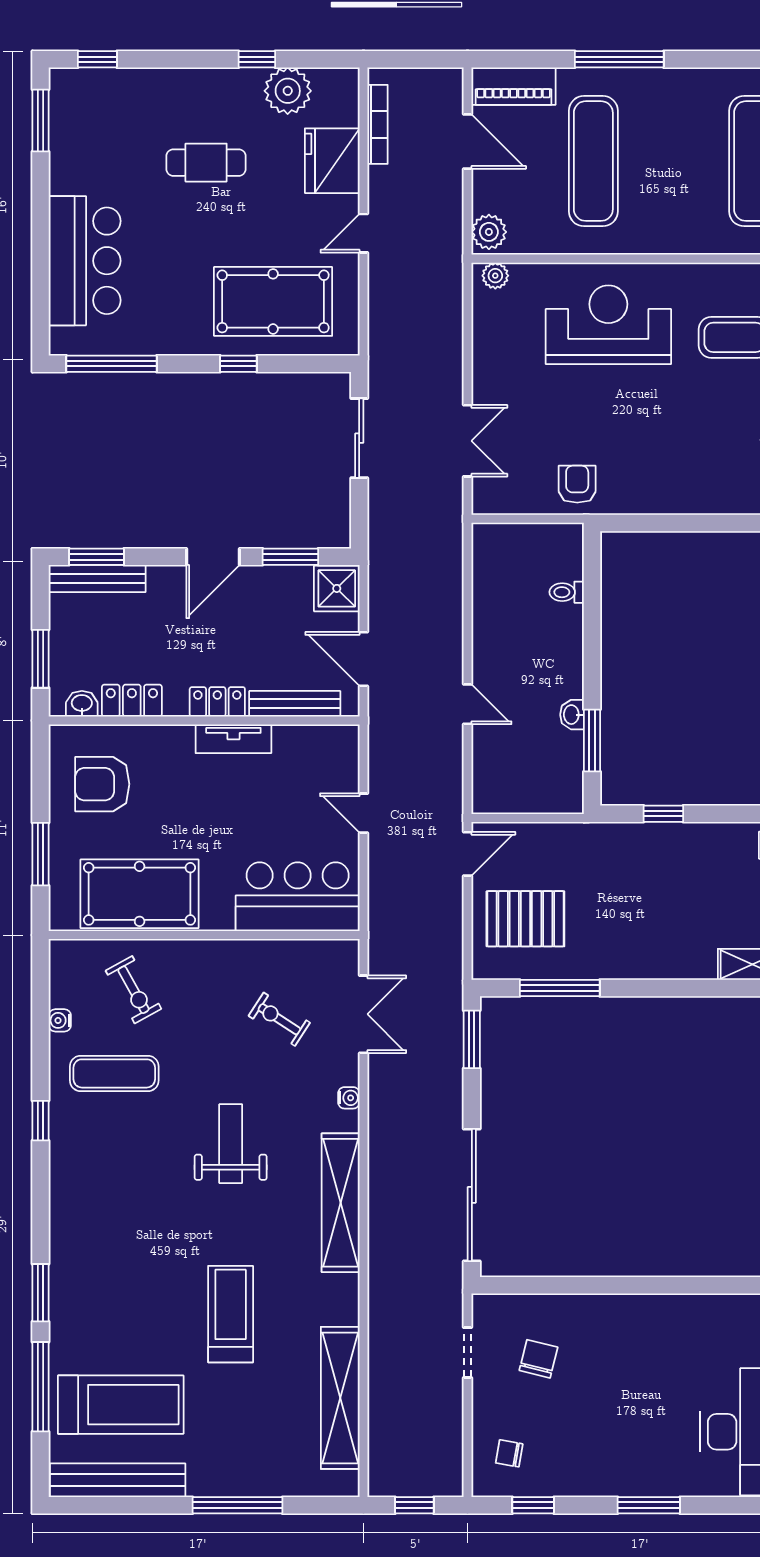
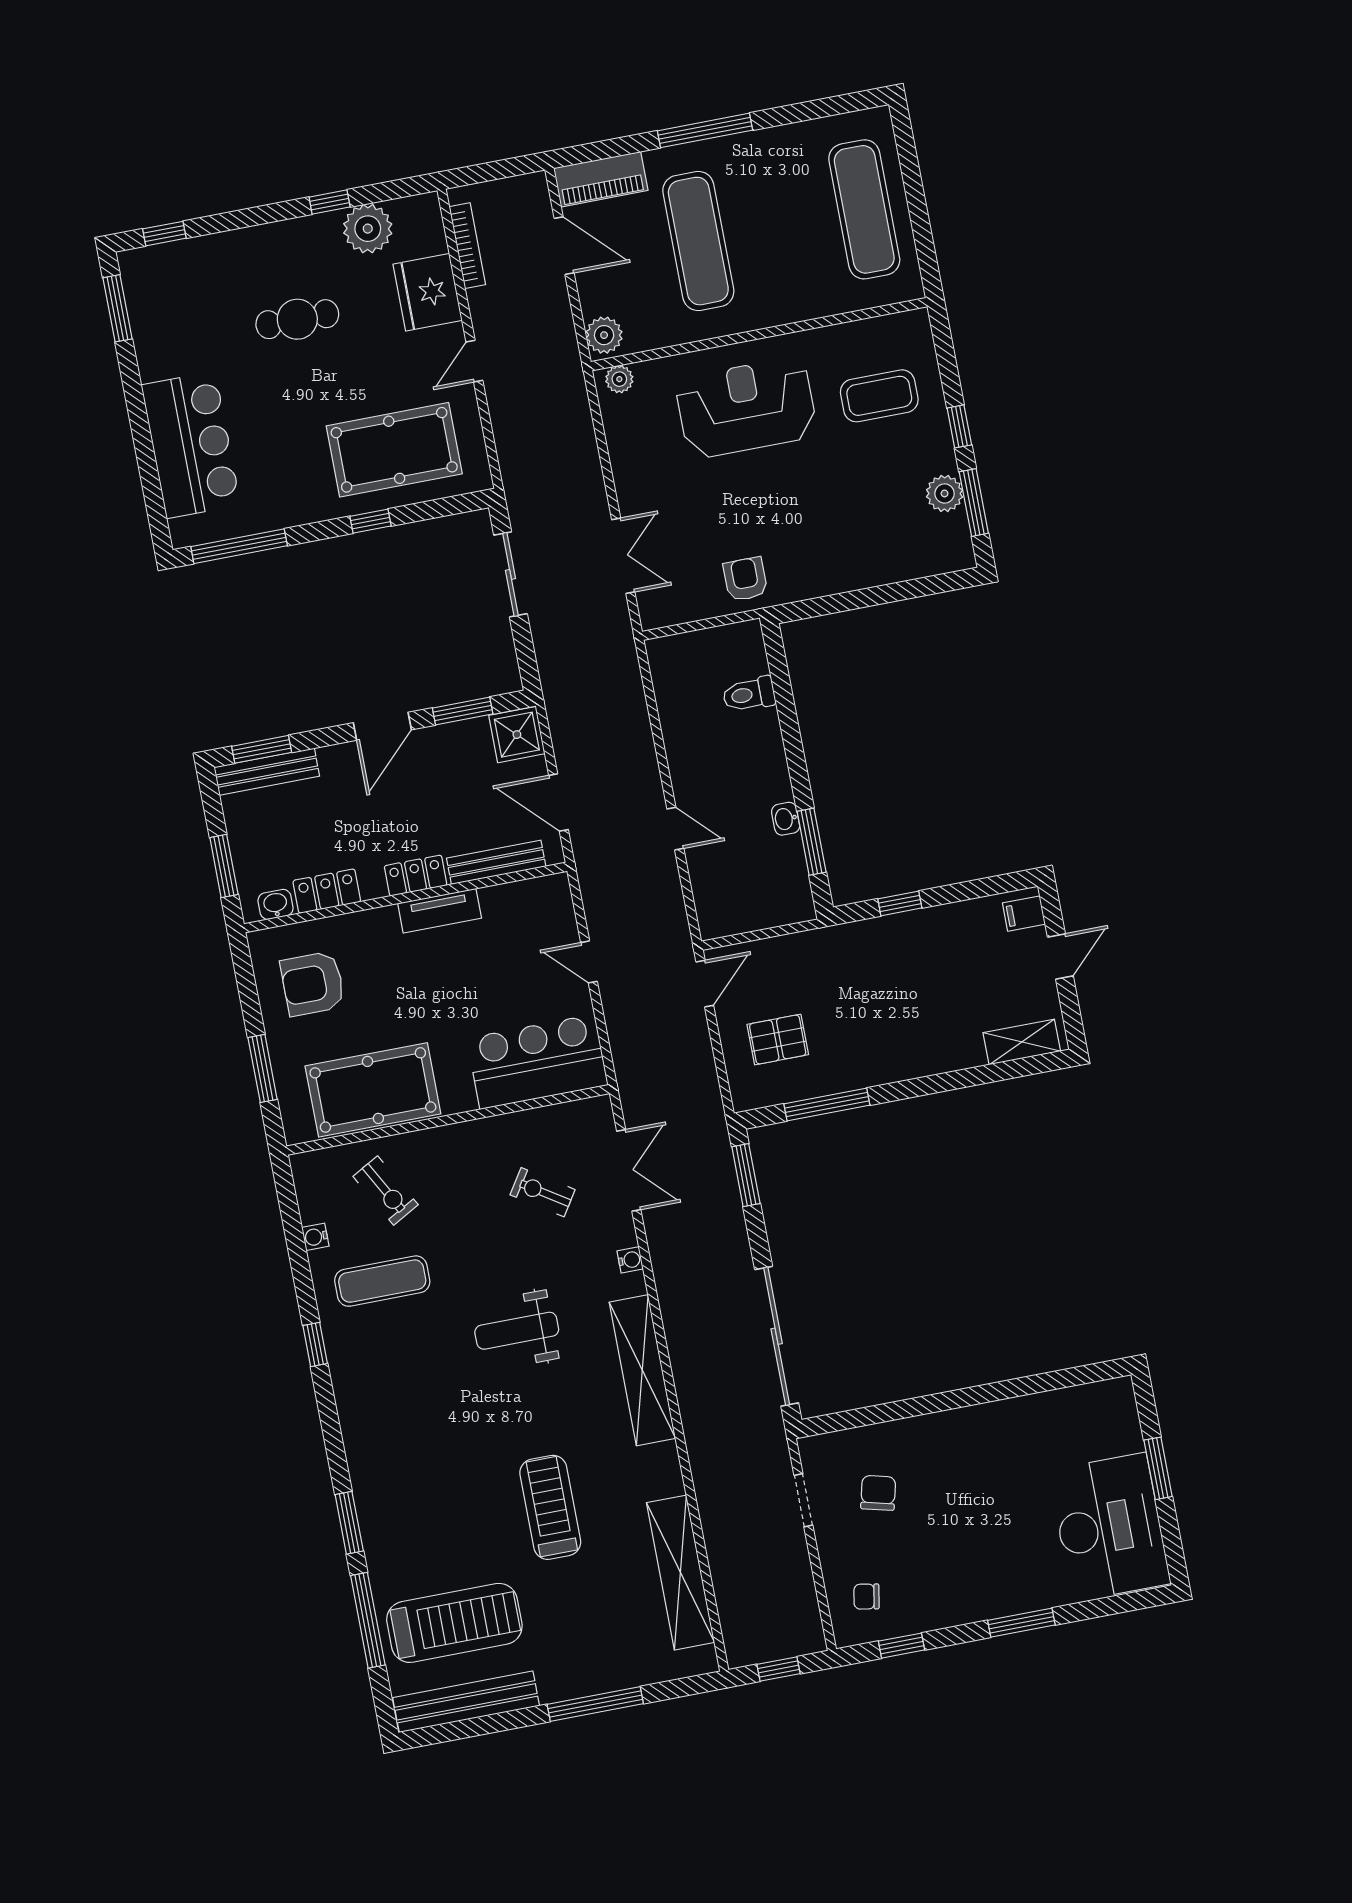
toilet: (567, 592) -> (749, 694), width x1.37, depth x1.39
pallet: (525, 919) -> (778, 1040), width x0.67, depth x0.71
weight bench: (231, 1144) -> (517, 1331), turned -90

